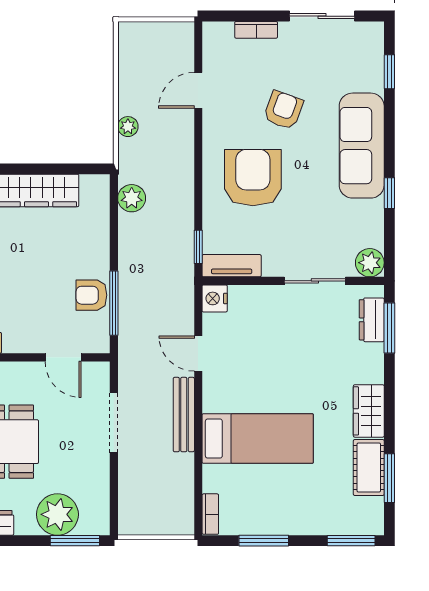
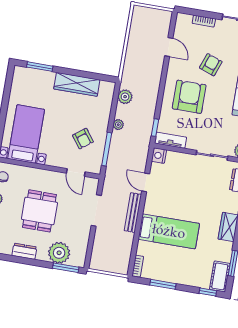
door: (198, 90) -> (169, 47), swing flipped
plant: (128, 127) -> (118, 125), moved
armchair: (91, 295) -> (83, 139), moved, turned -127
cot: (369, 468) -> (220, 276), moved
window: (351, 541) -> (208, 292), width x0.67

